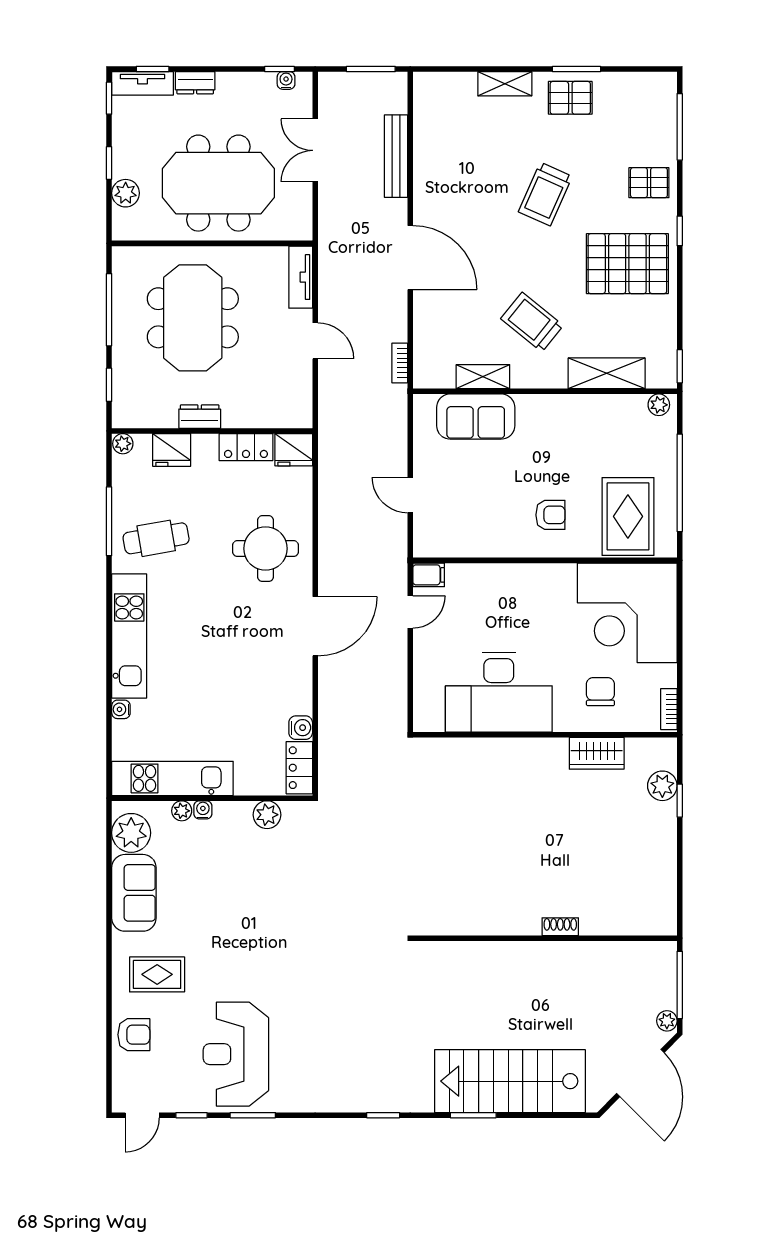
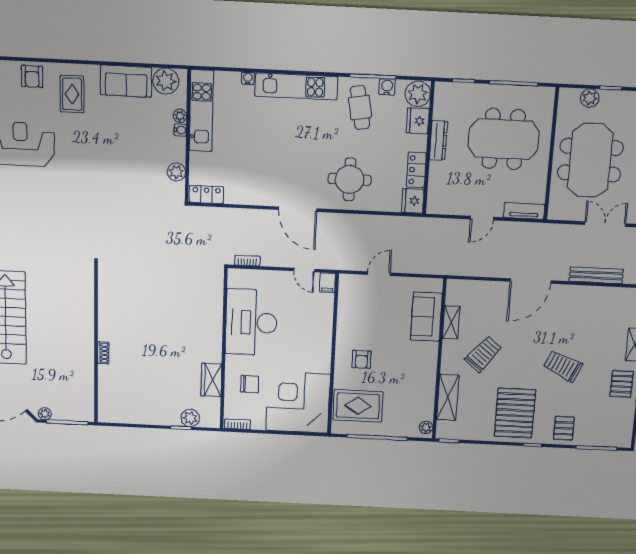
bookcase: (400, 363) -> (247, 261), moved
dresser: (200, 417) -> (438, 140), width x1.44
plant: (123, 444) -> (418, 94), width x1.88, depth x1.88
water cooler: (301, 728) -> (387, 87), moved, turned 180

